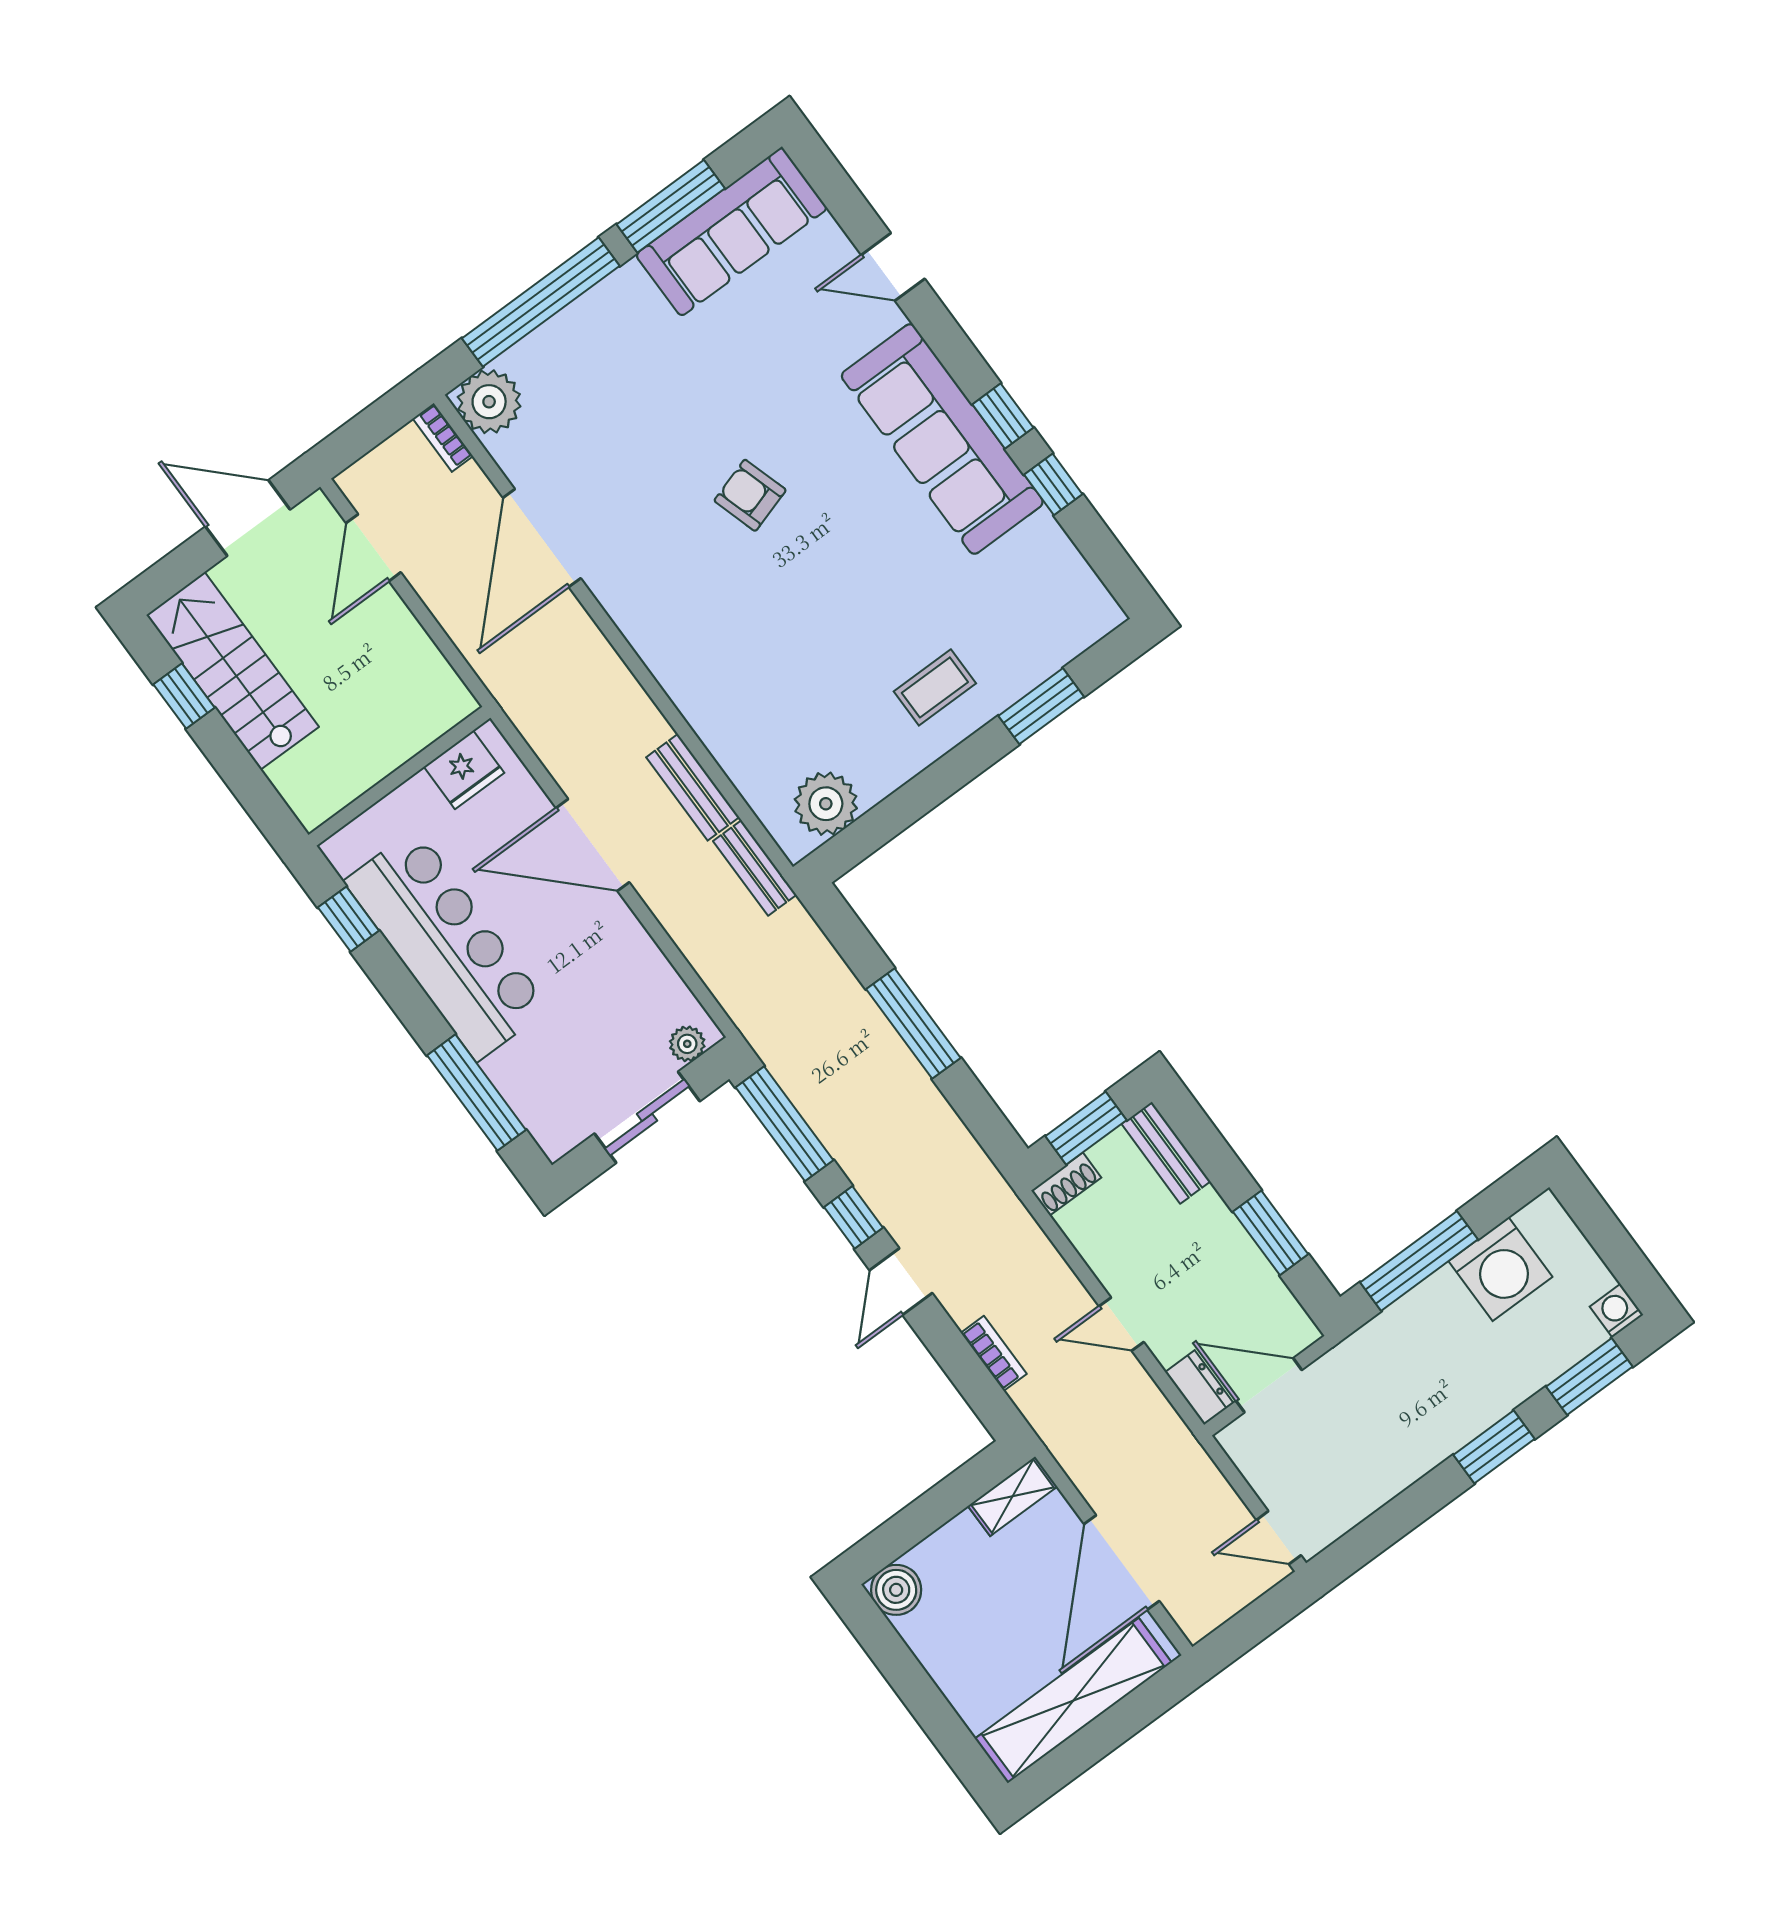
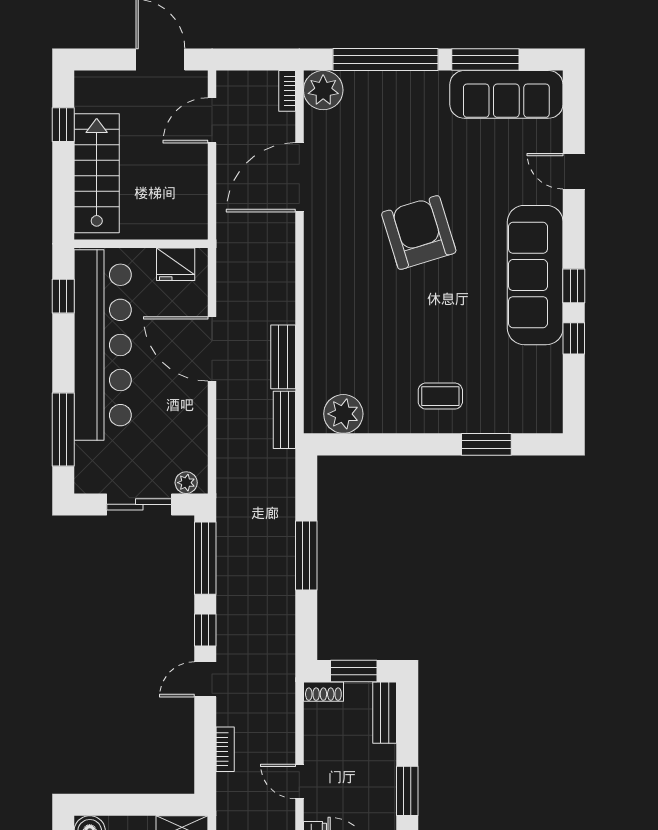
armchair: (750, 495) -> (419, 232), width x1.88, depth x1.88
stairs: (233, 671) -> (97, 173), moved
bar counter: (447, 945) -> (103, 345), width x1.36

